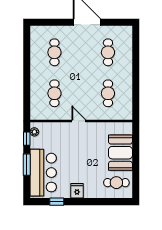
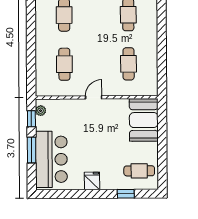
door: (79, 121) -> (94, 97), hinge flipped
booth: (120, 153) -> (144, 120), moved
window: (57, 202) -> (126, 194), moved

